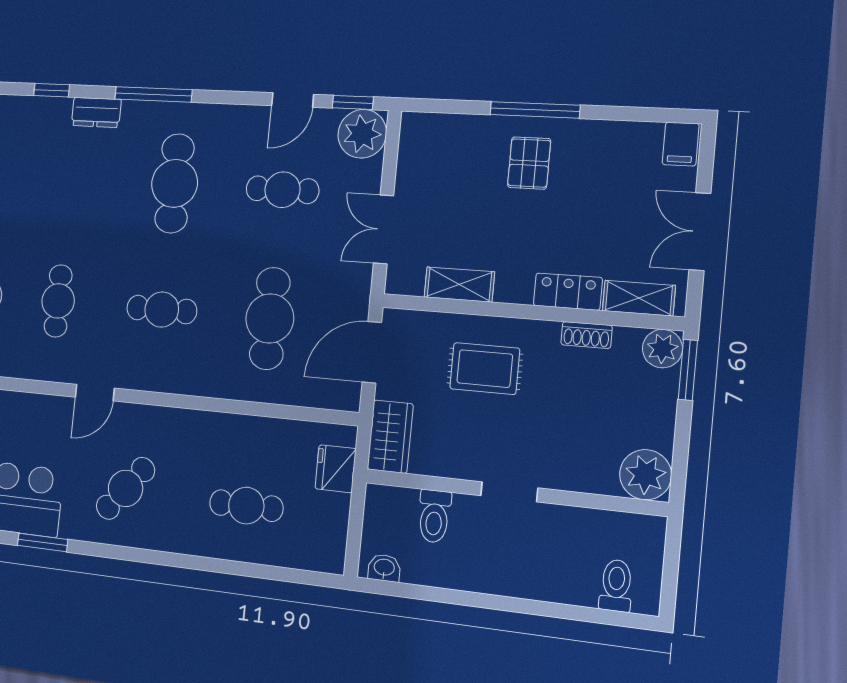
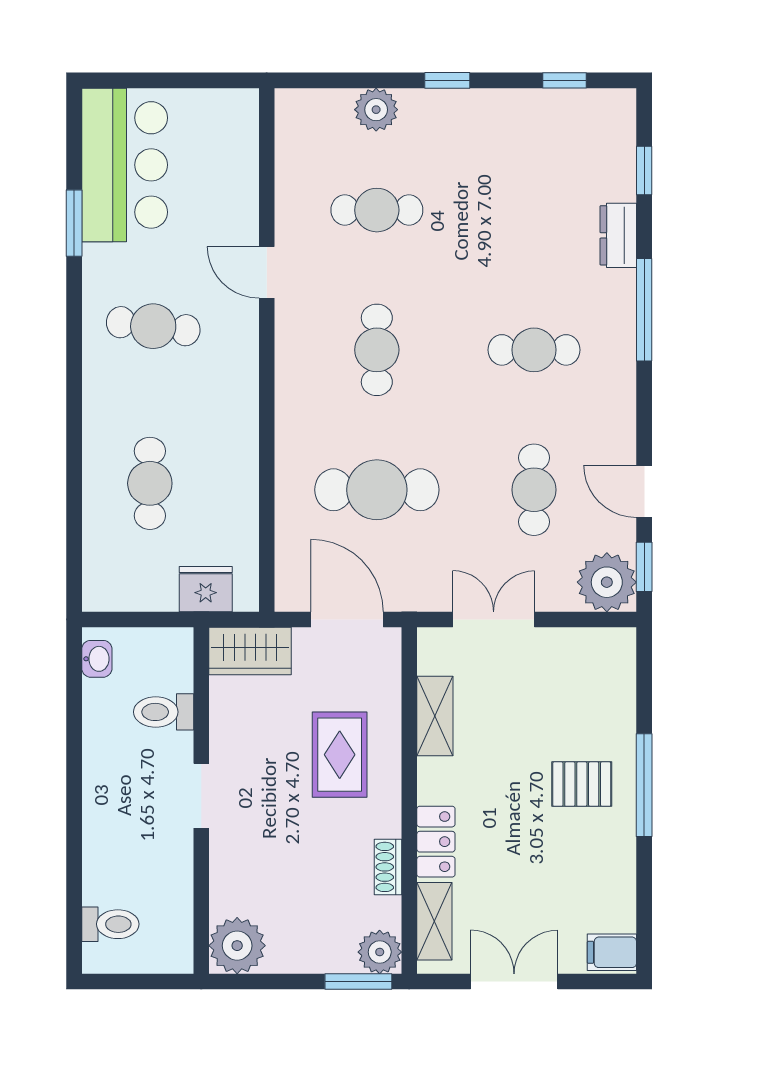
cafe table: (175, 183) -> (534, 350), width x0.73, depth x0.74
cafe table: (125, 488) -> (153, 326), turned -32

